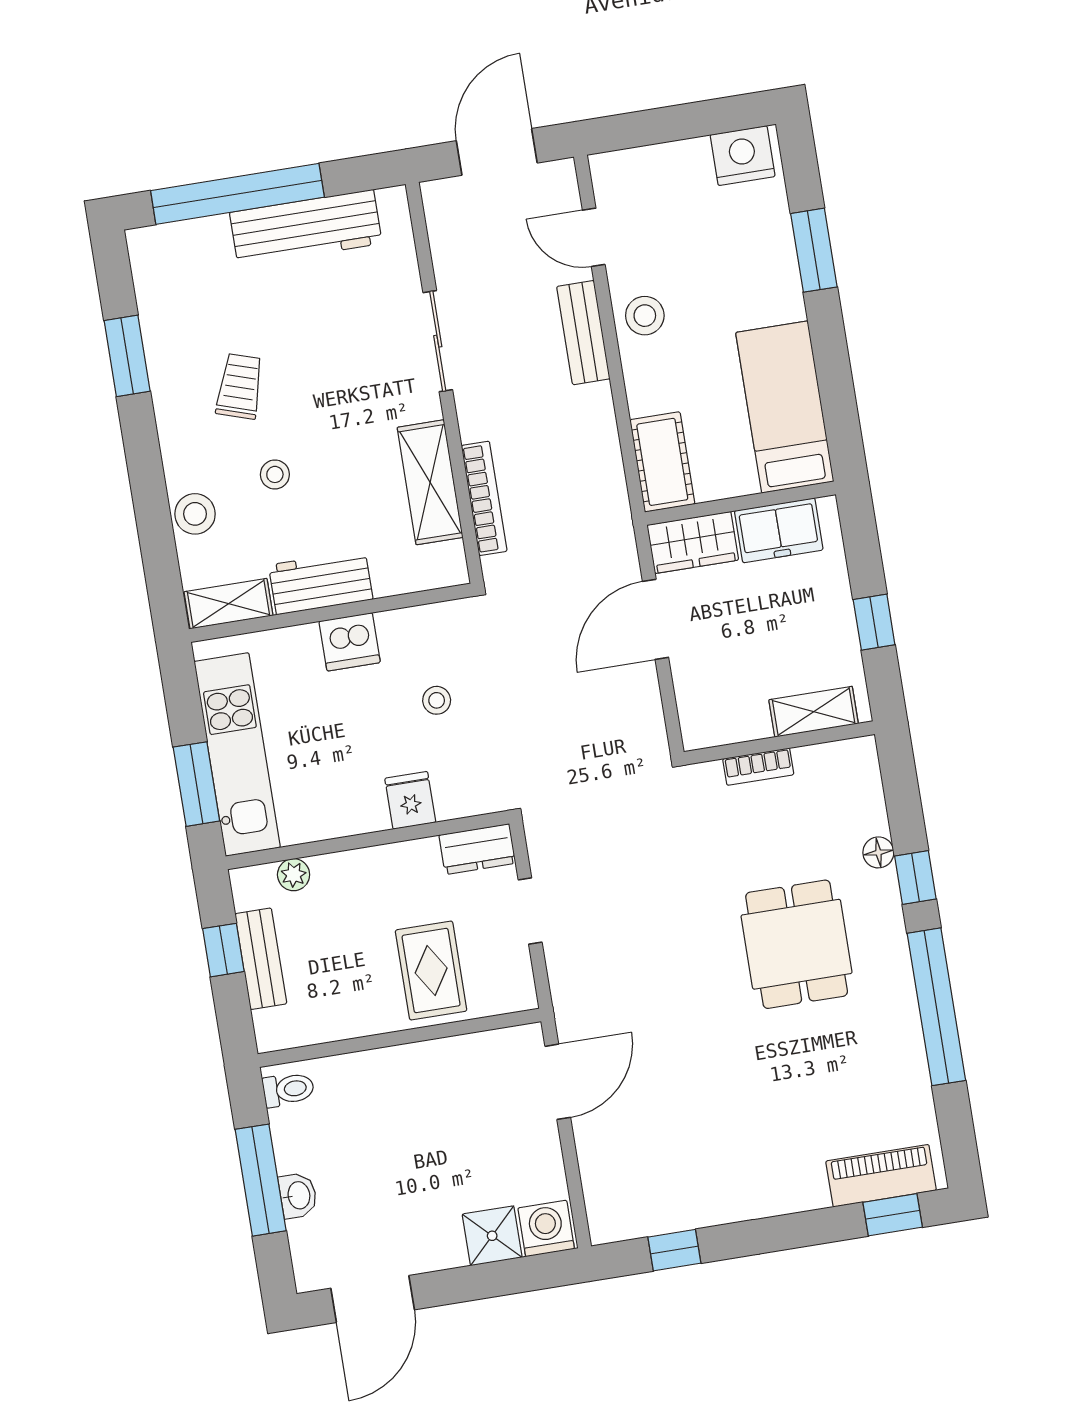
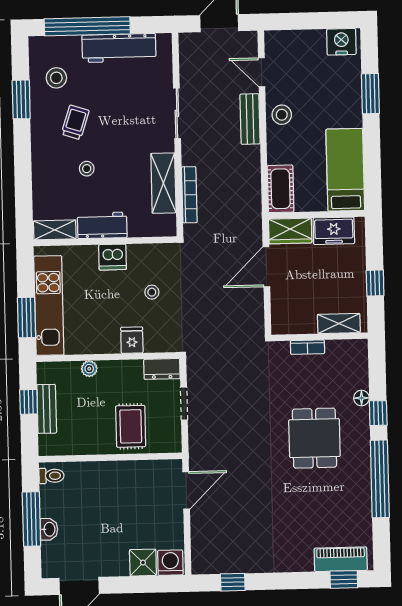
stool: (195, 514) -> (56, 78), moved
plant: (294, 875) -> (89, 369), moved

